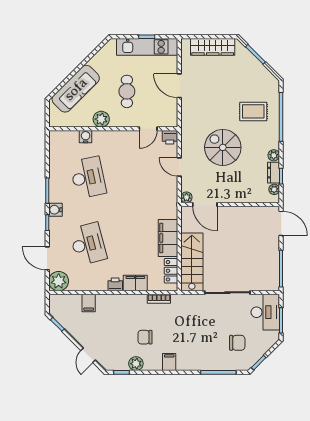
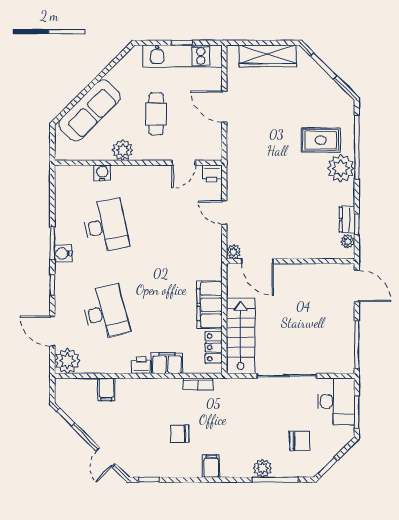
spiral stairs: (223, 147) -> (281, 187), removed
plant: (274, 155) -> (341, 168), moved, width x1.88, depth x1.88
water cooler: (55, 210) -> (63, 253), moved
plant: (136, 364) -> (263, 468), moved

